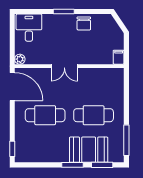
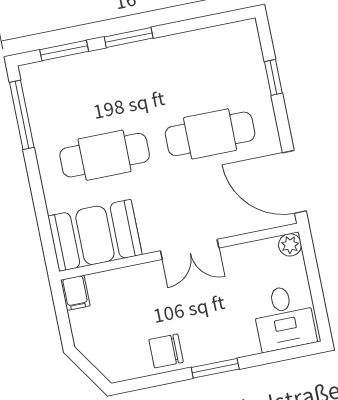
chair: (84, 24) -> (166, 351), turned -90
double door: (64, 66) -> (190, 249), swing flipped
window: (12, 149) -> (273, 77), moved
booth: (89, 150) -> (95, 235), moved

